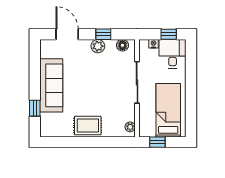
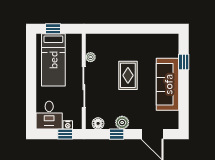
window: (169, 34) -> (65, 134), moved
rug: (88, 125) -> (128, 75), moved, turned 90
plant: (130, 127) -> (91, 57), moved
window: (157, 142) -> (53, 29), moved

